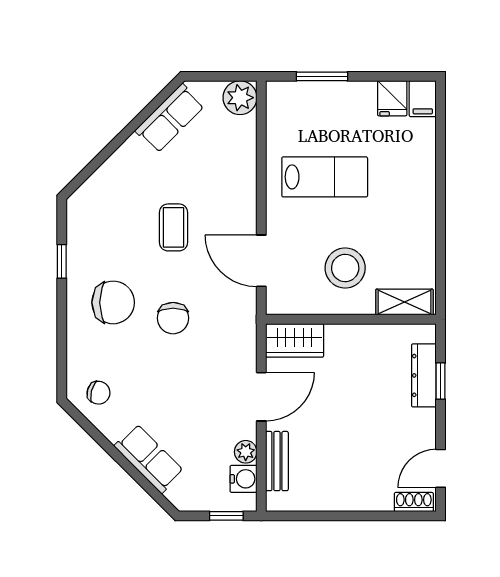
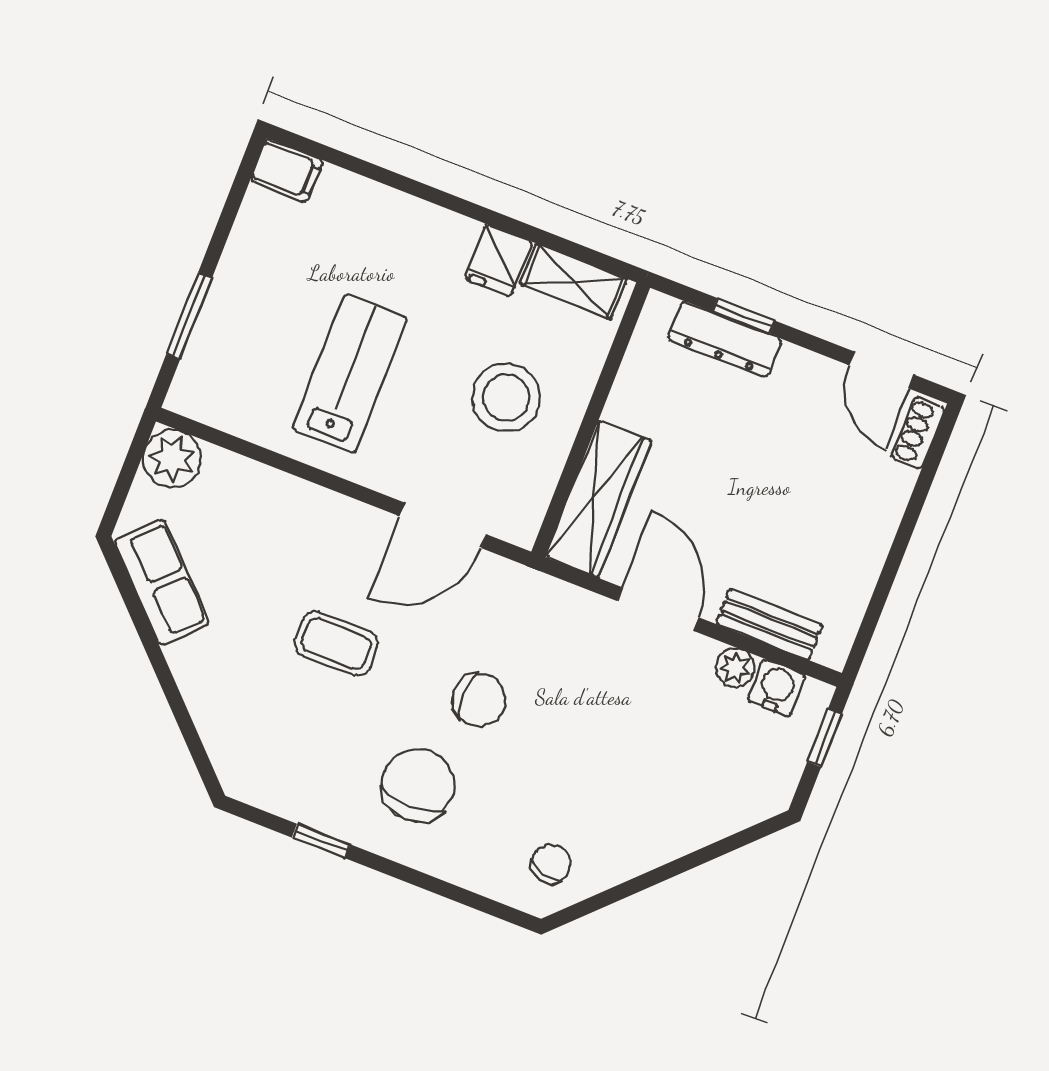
fridge: (392, 98) -> (499, 261), moved, turned 90
shelving: (404, 302) -> (574, 281), moved, turned 90
wardrobe: (295, 340) -> (598, 499), width x1.50
row of seats: (149, 459) -> (686, 825), removed

